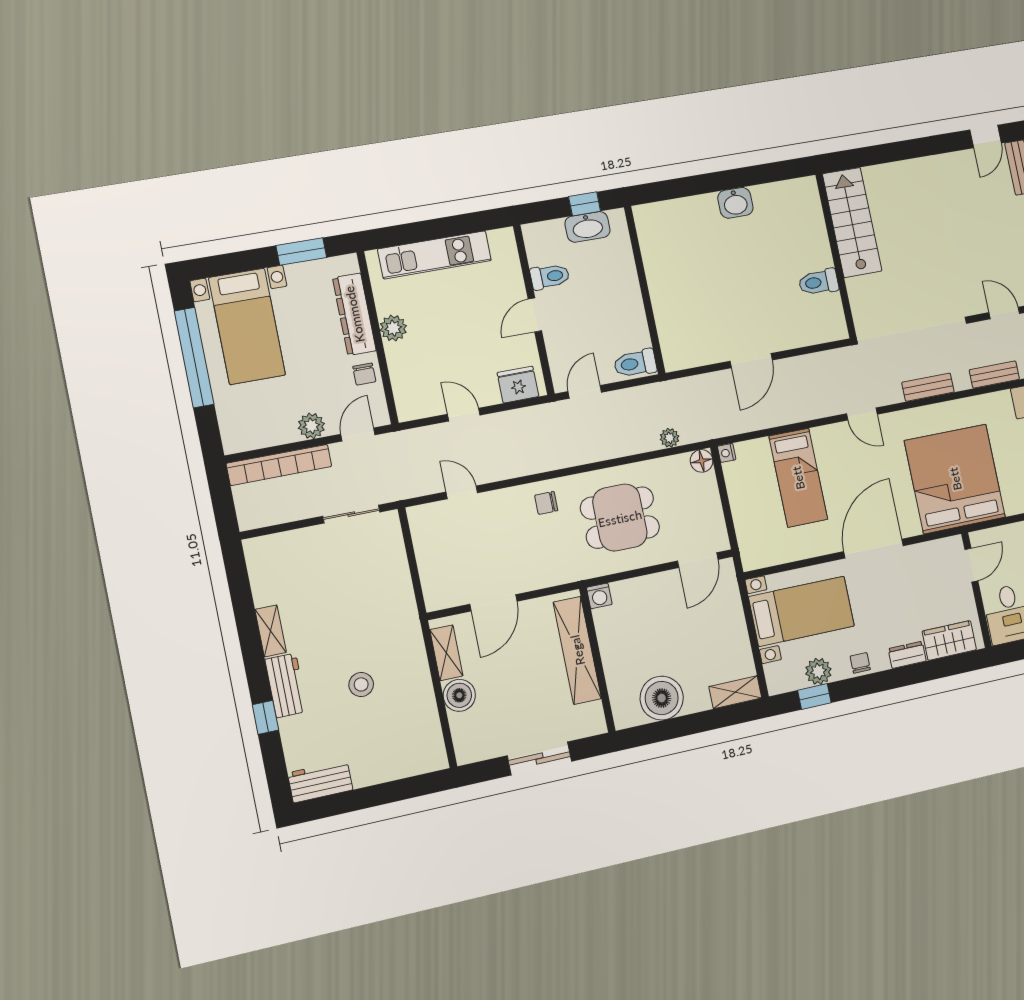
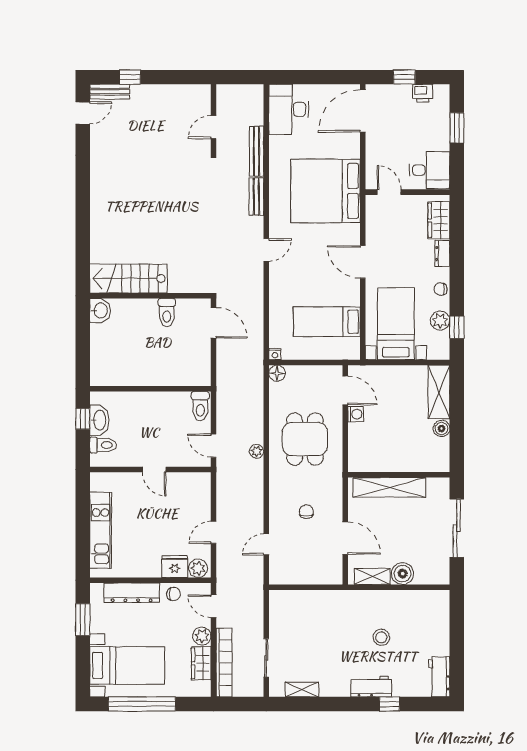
door: (986, 136) -> (83, 113), hinge flipped
stairs: (852, 222) -> (128, 279), moved
wall: (836, 256) -> (150, 296), moved
toilet: (550, 277) -> (103, 445), moved, turned 90
toilet: (819, 282) -> (167, 313), moved
plant: (393, 328) -> (198, 568), moved
bench: (994, 375) -> (257, 151), width x1.36
fridge: (518, 385) -> (175, 567), moved, turned 90
wardrobe: (271, 432) -> (201, 663), added
plant: (670, 438) -> (257, 451), moved
bed: (798, 478) -> (327, 322), moved, turned 180
chair: (546, 503) -> (306, 512), moved, turned 180
sliding door: (351, 514) -> (266, 658), moved
door: (874, 549) -> (363, 262), width x0.73
washing machine: (599, 596) -> (356, 414), moved
shelving: (271, 631) -> (302, 690), moved
shelving: (735, 692) -> (439, 392), width x1.50, depth x1.33
boiler: (662, 698) -> (442, 429), width x0.54, depth x0.54
sliding door: (539, 758) -> (457, 528), width x1.37

